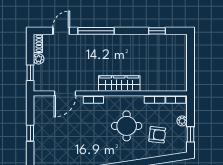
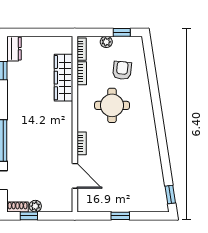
dresser: (176, 40) -> (14, 49), added
window: (30, 73) -> (29, 216), moved
wardrobe: (119, 83) -> (63, 78), moved

